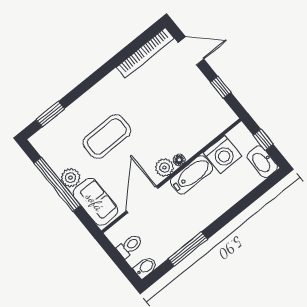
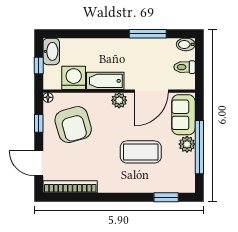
armchair: (188, 112) -> (73, 125), added
floor lamp: (179, 160) -> (48, 97), moved

